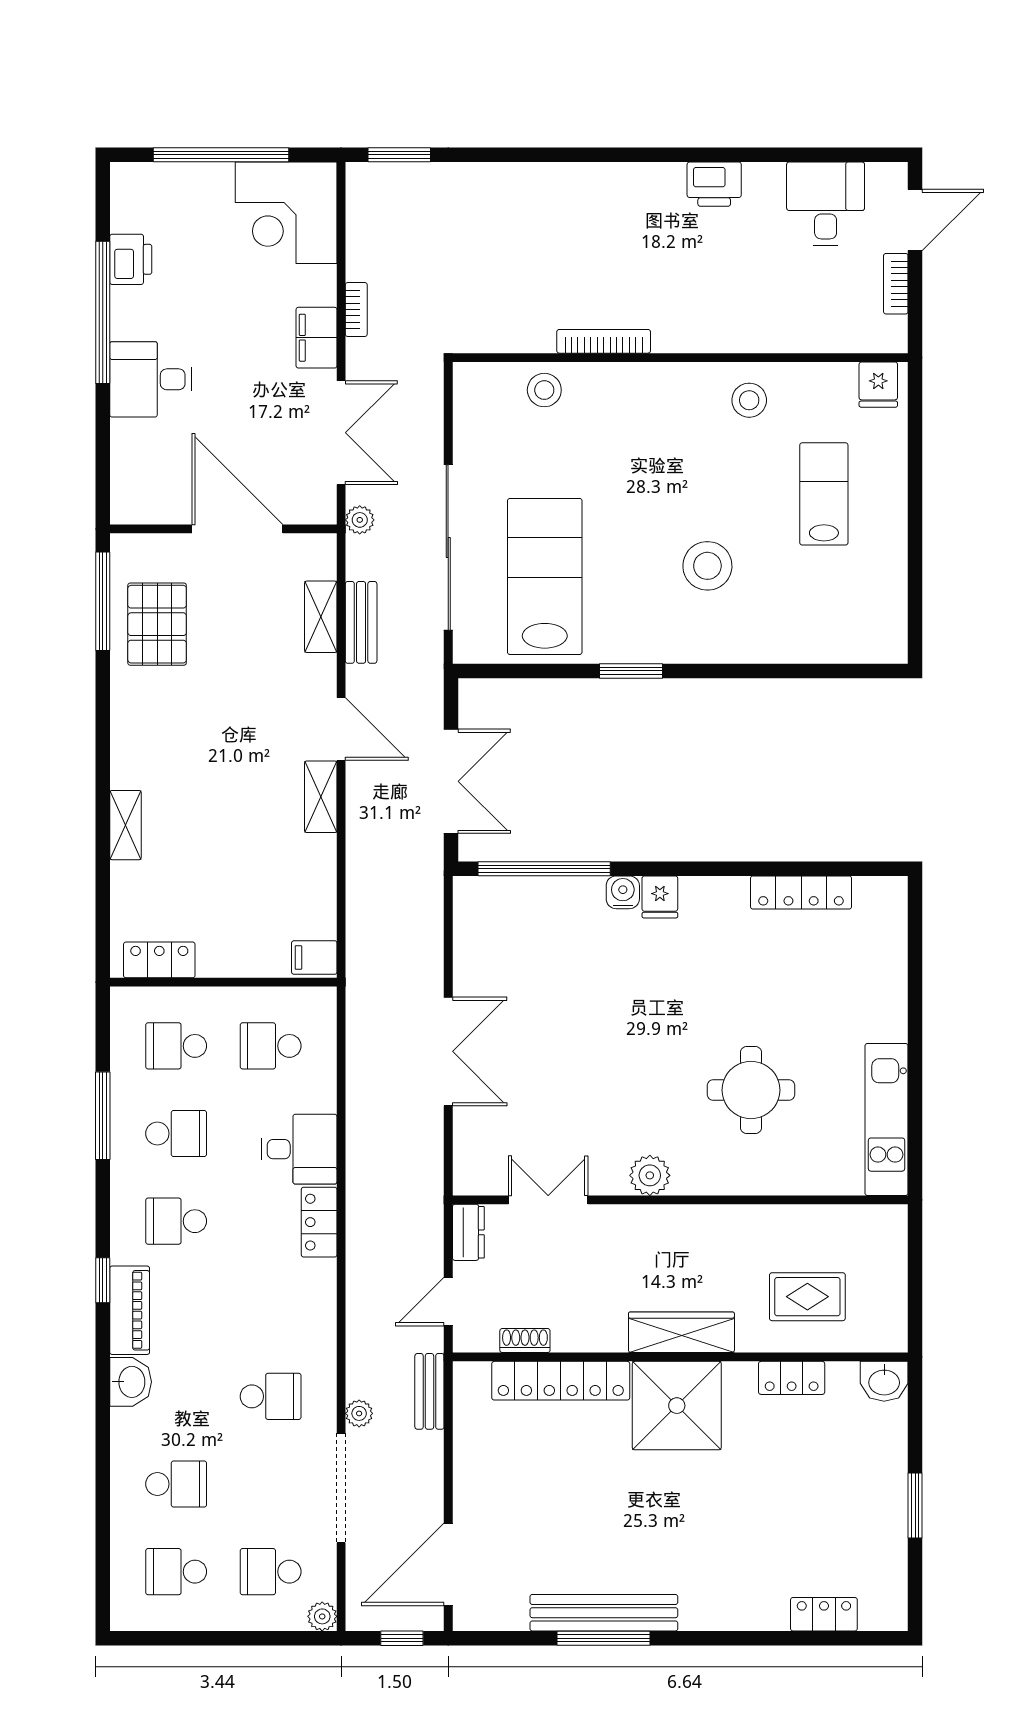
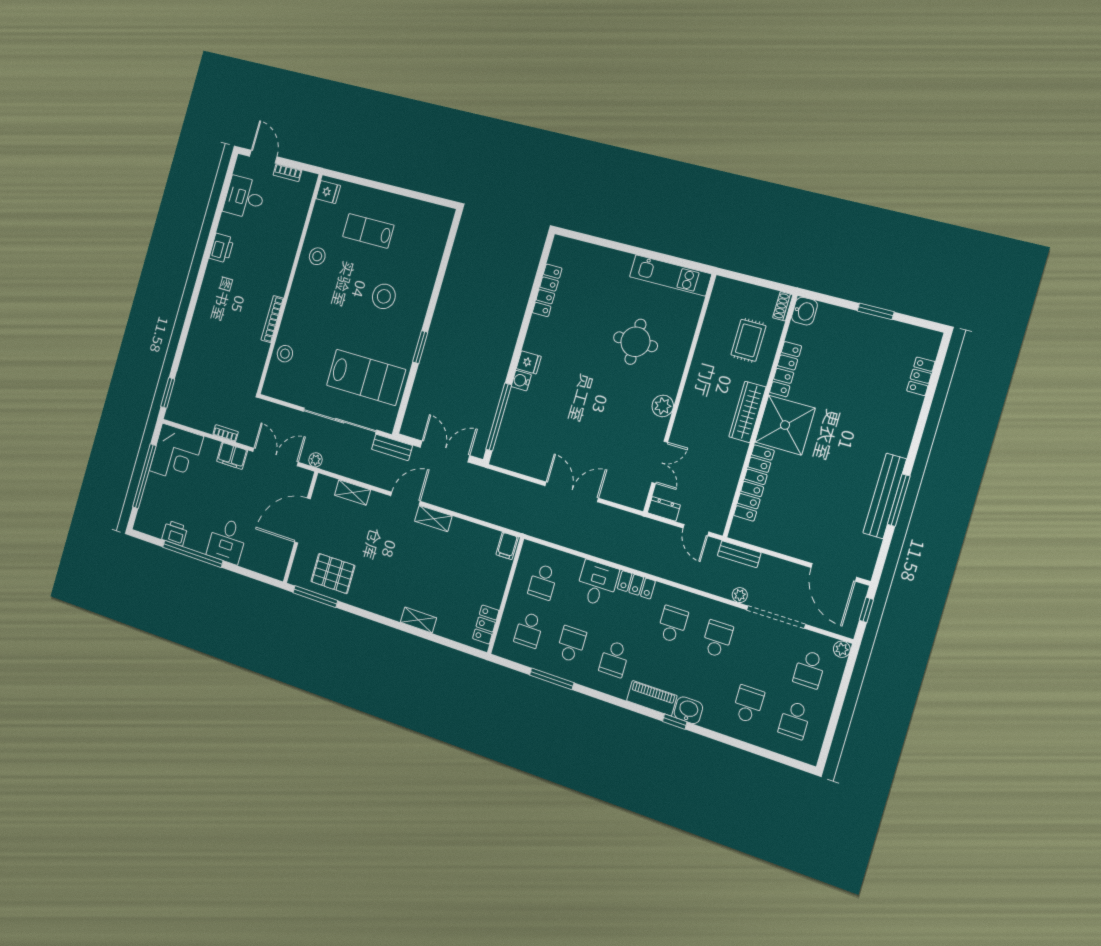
lab bench: (545, 576) -> (366, 377), turned 180
bench: (361, 622) -> (392, 447), moved
double door: (548, 1200) -> (660, 462), swing flipped
window: (103, 1280) -> (675, 722), moved
school desk: (271, 1309) -> (672, 624), added
shoe rack: (525, 1341) -> (783, 306), moved
locker: (792, 1378) -> (786, 369), width x1.53

